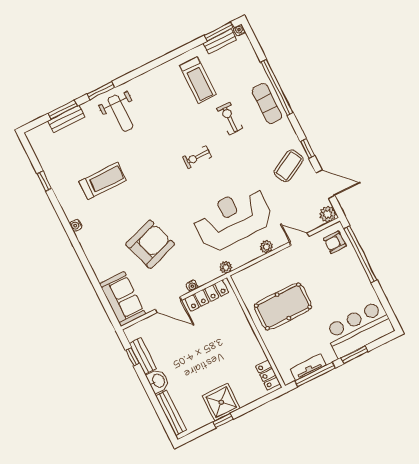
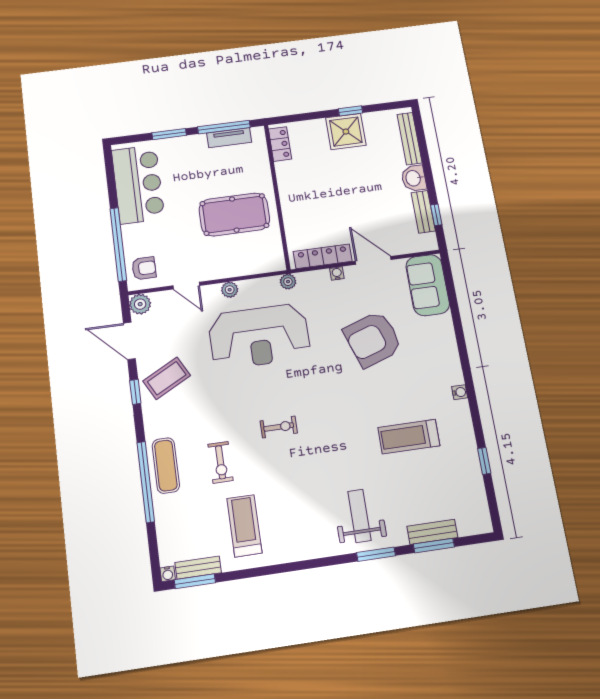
bar counter: (359, 329) -> (138, 184), moved, turned -90

